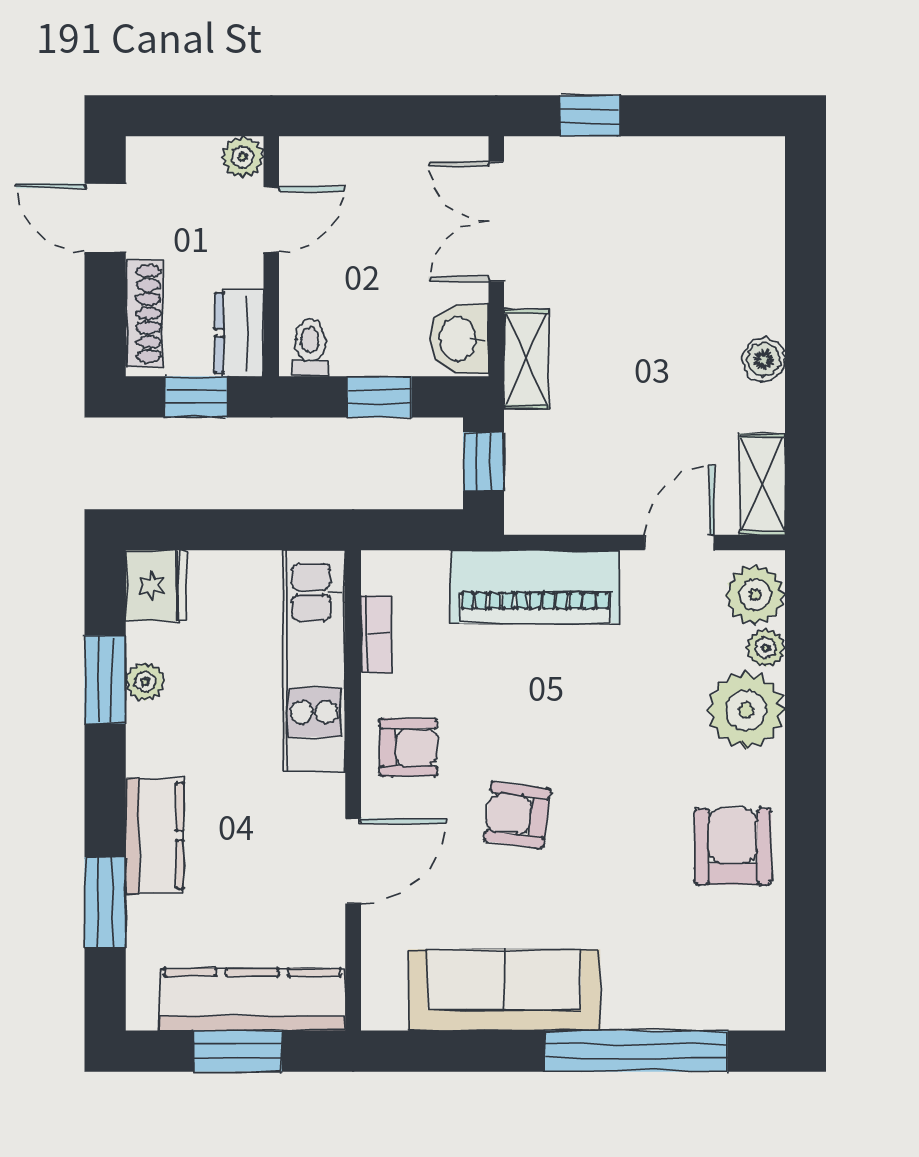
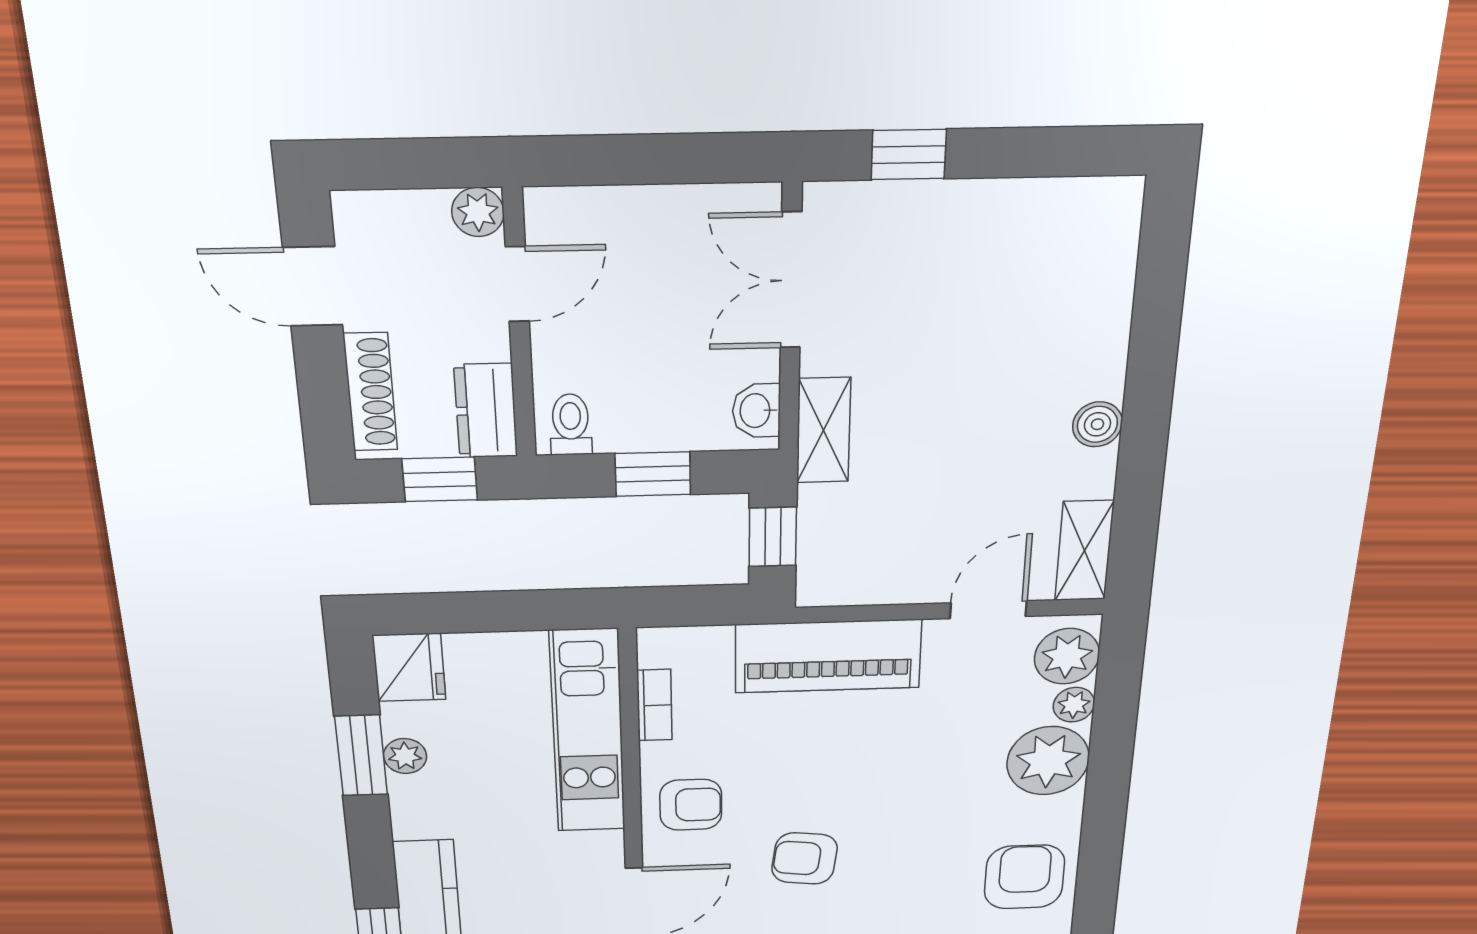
washbasin: (459, 339) -> (756, 411), width x0.72, depth x0.69

